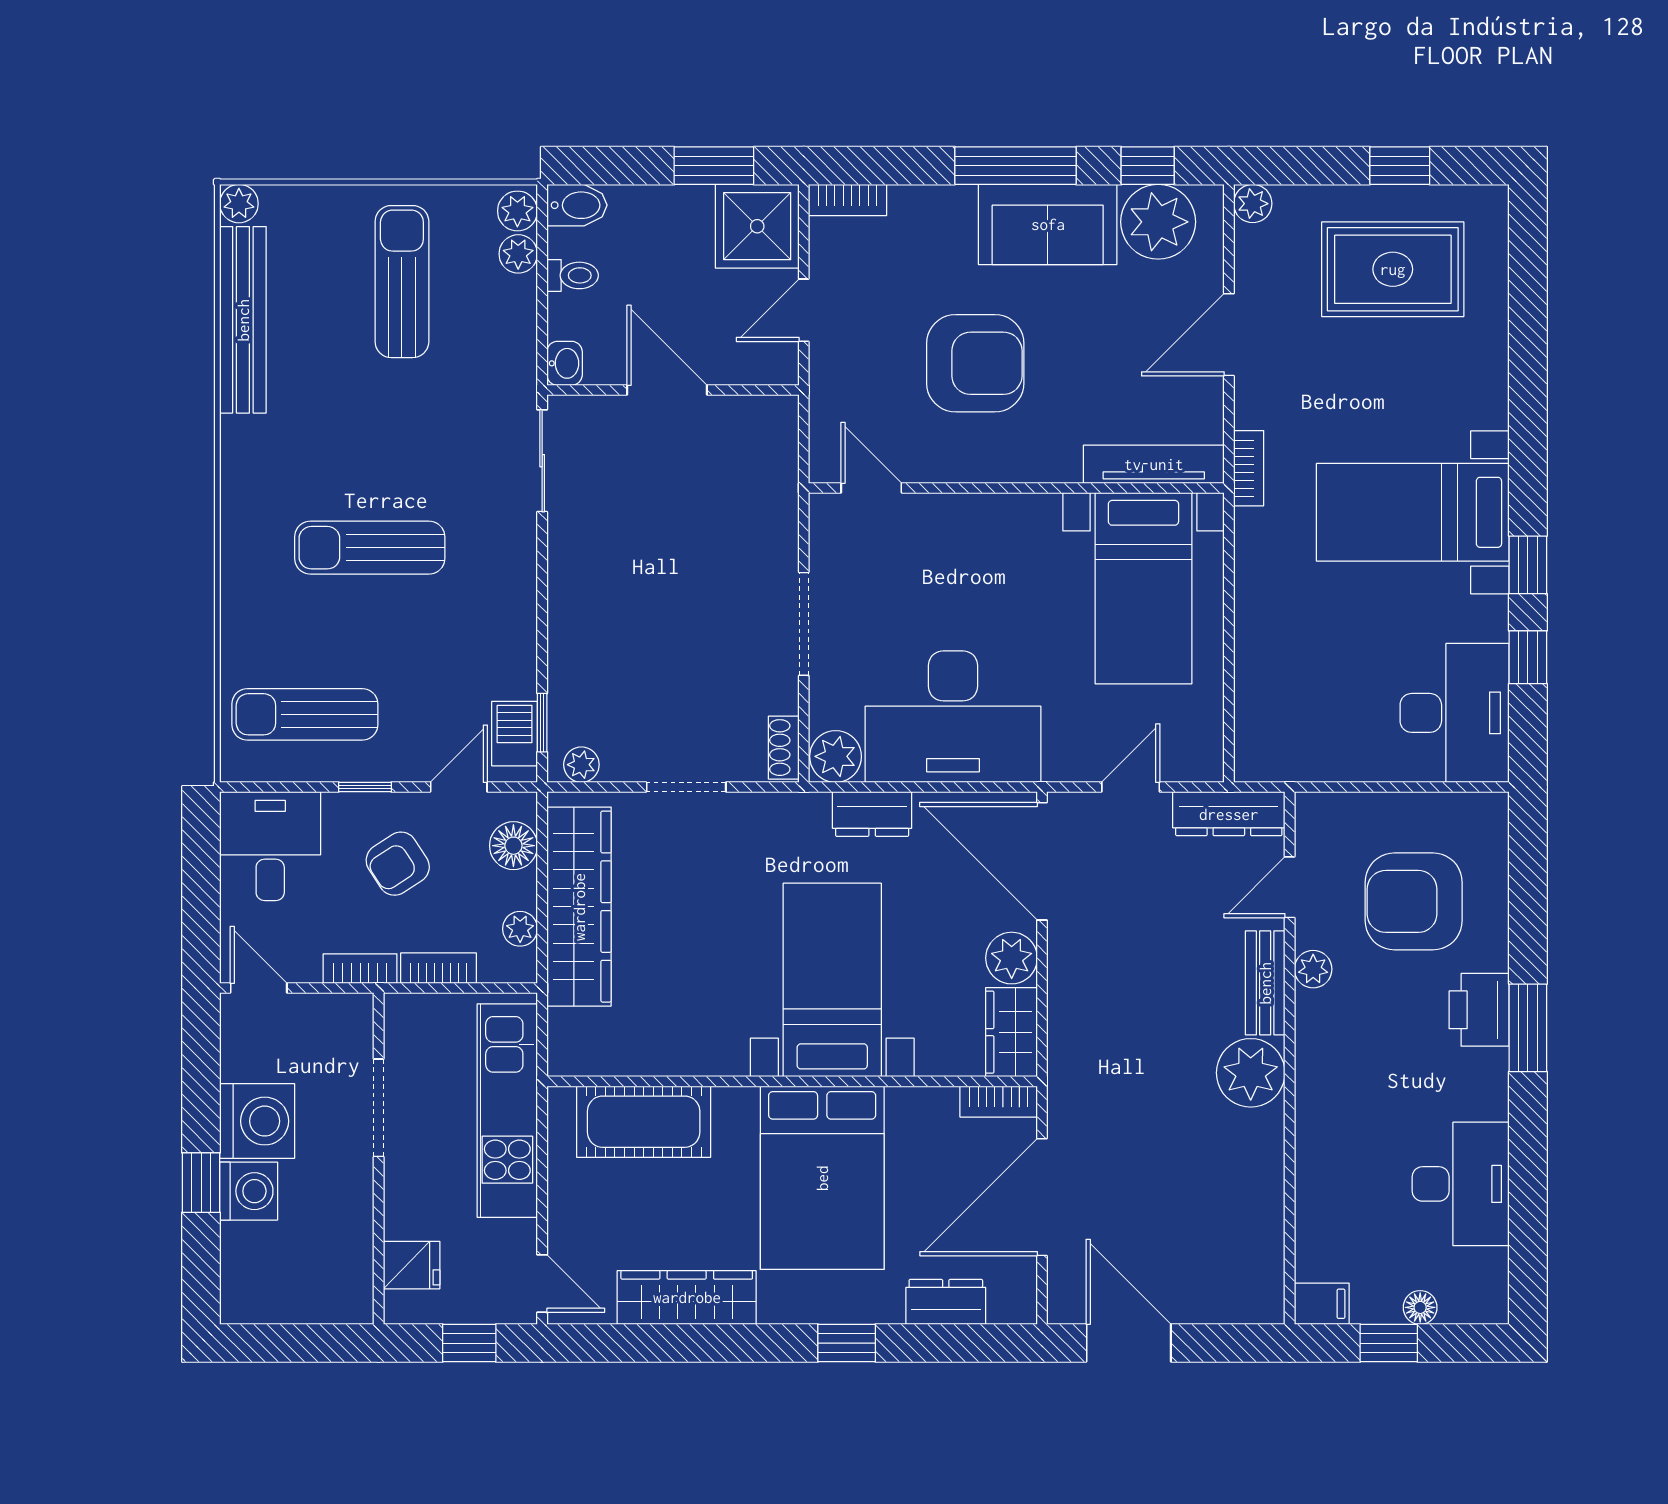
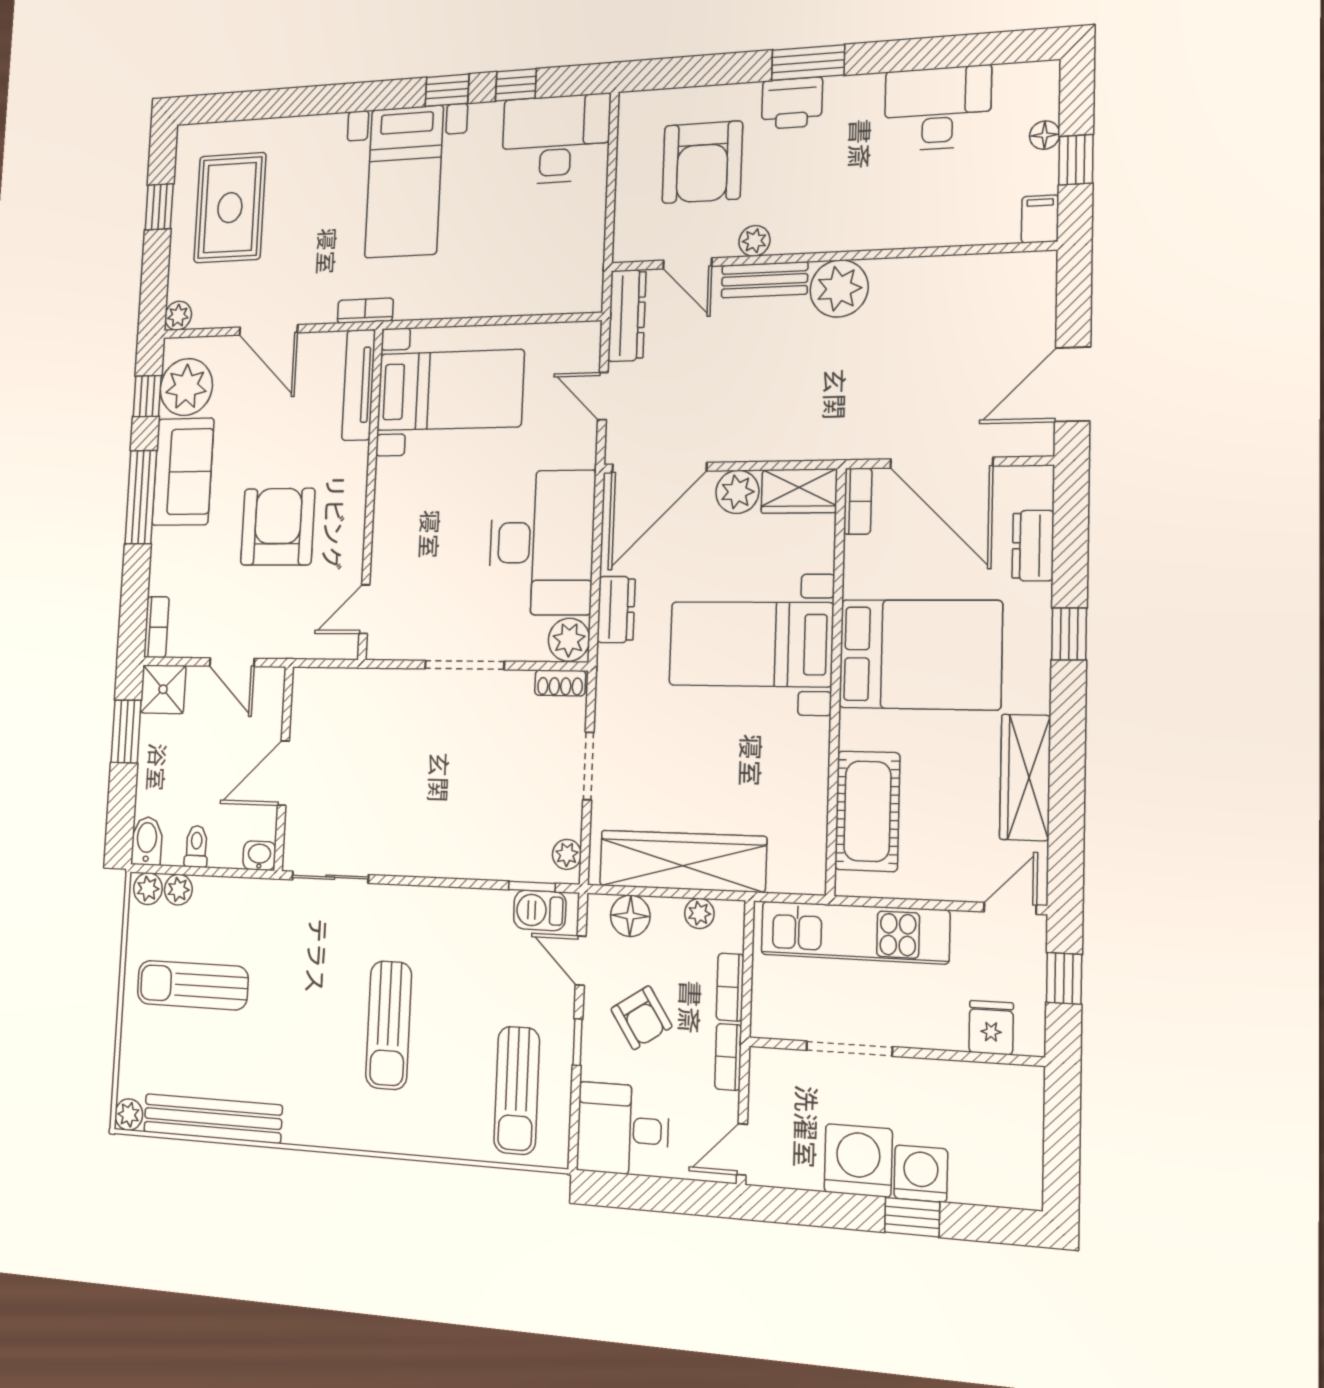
shower: (757, 226) -> (163, 689), width x0.73, depth x0.73

